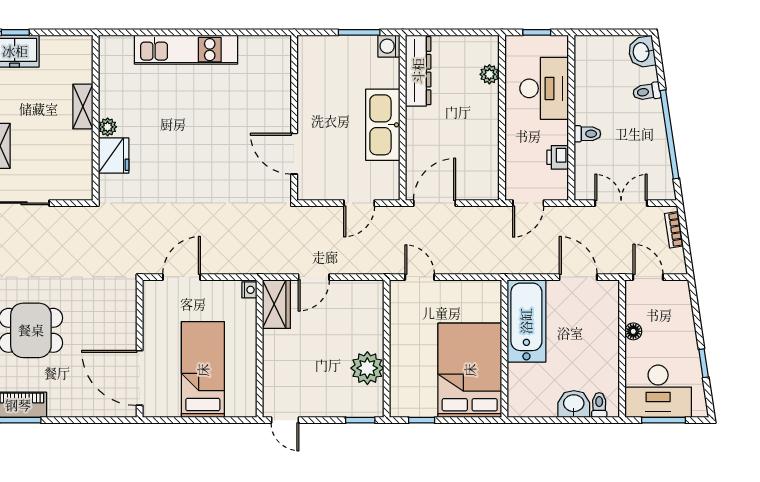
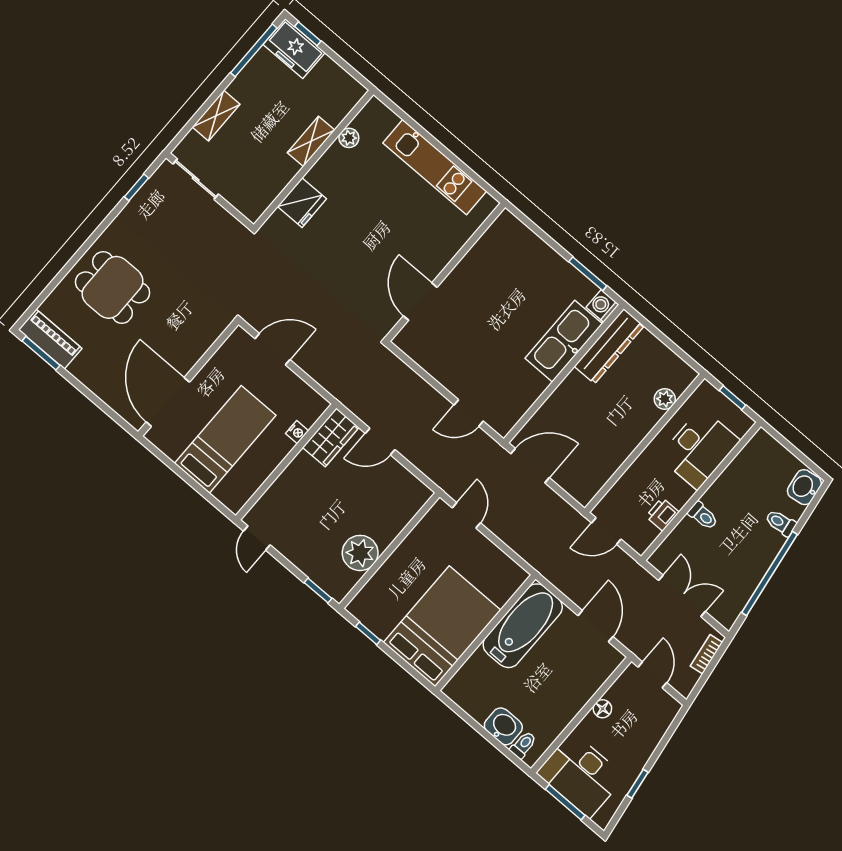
wall: (294, 118) -> (445, 272), moved
kitchen sink: (383, 125) -> (564, 341), moved
plant: (108, 127) -> (349, 138), moved
door: (294, 154) -> (420, 302), moved
nightstand: (249, 290) -> (297, 432), moved

